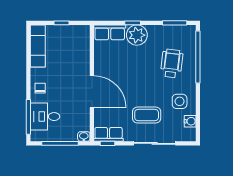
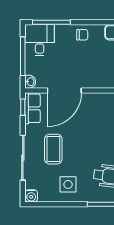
door: (92, 92) -> (64, 90), moved
desk: (45, 117) -> (40, 40), moved
water cooler: (190, 121) -> (31, 196), moved

